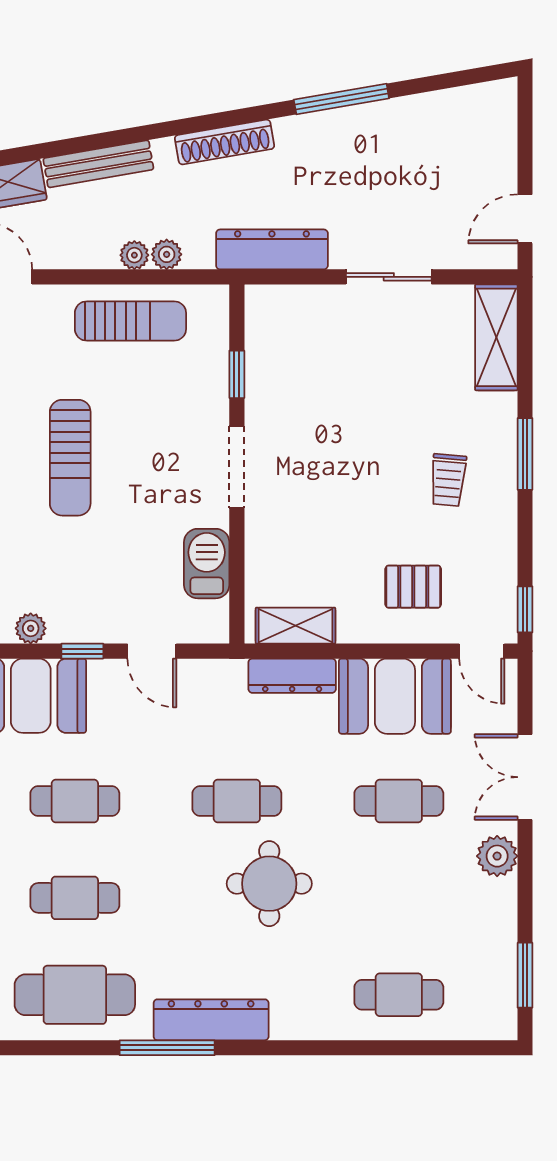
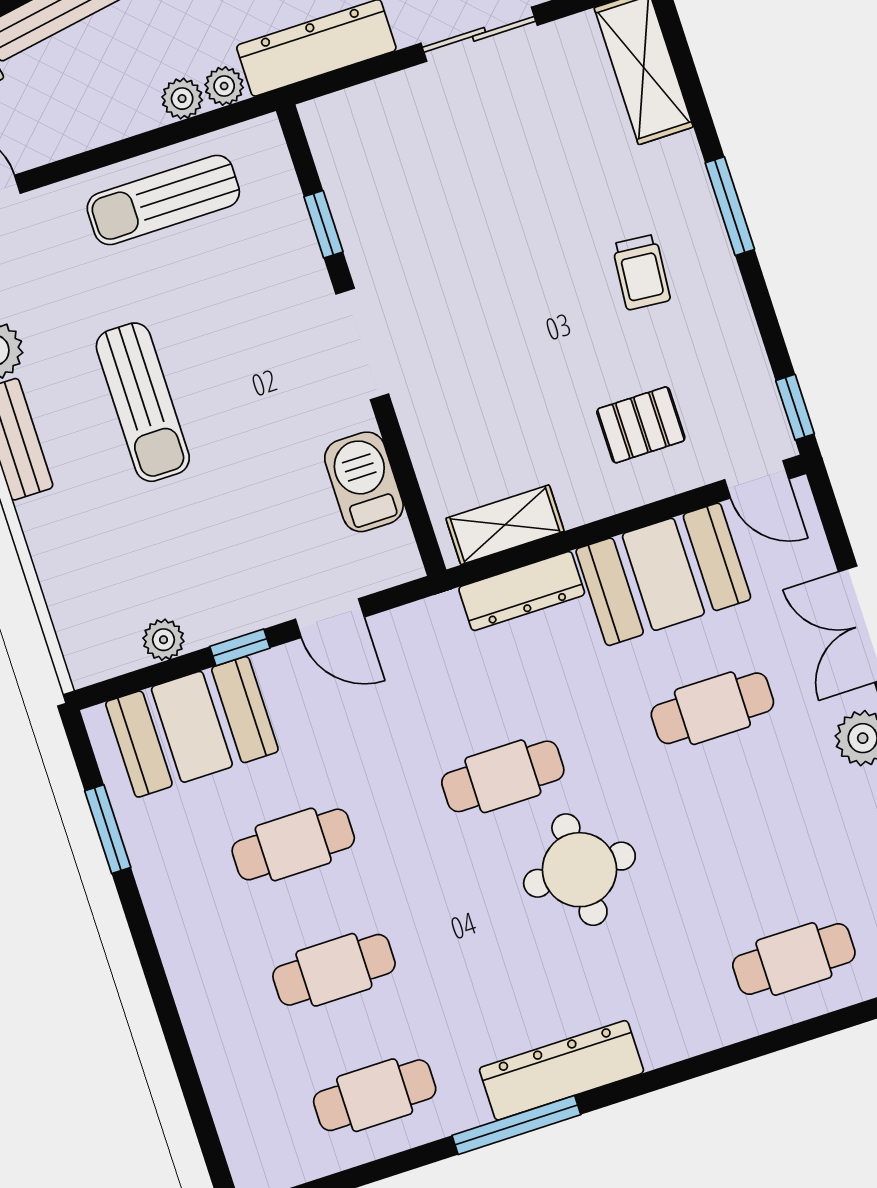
plant: (134, 255) -> (224, 86), moved
sun lounger: (130, 321) -> (163, 200), turned 180
cafe table: (75, 995) -> (375, 1095), width x0.73, depth x0.74

